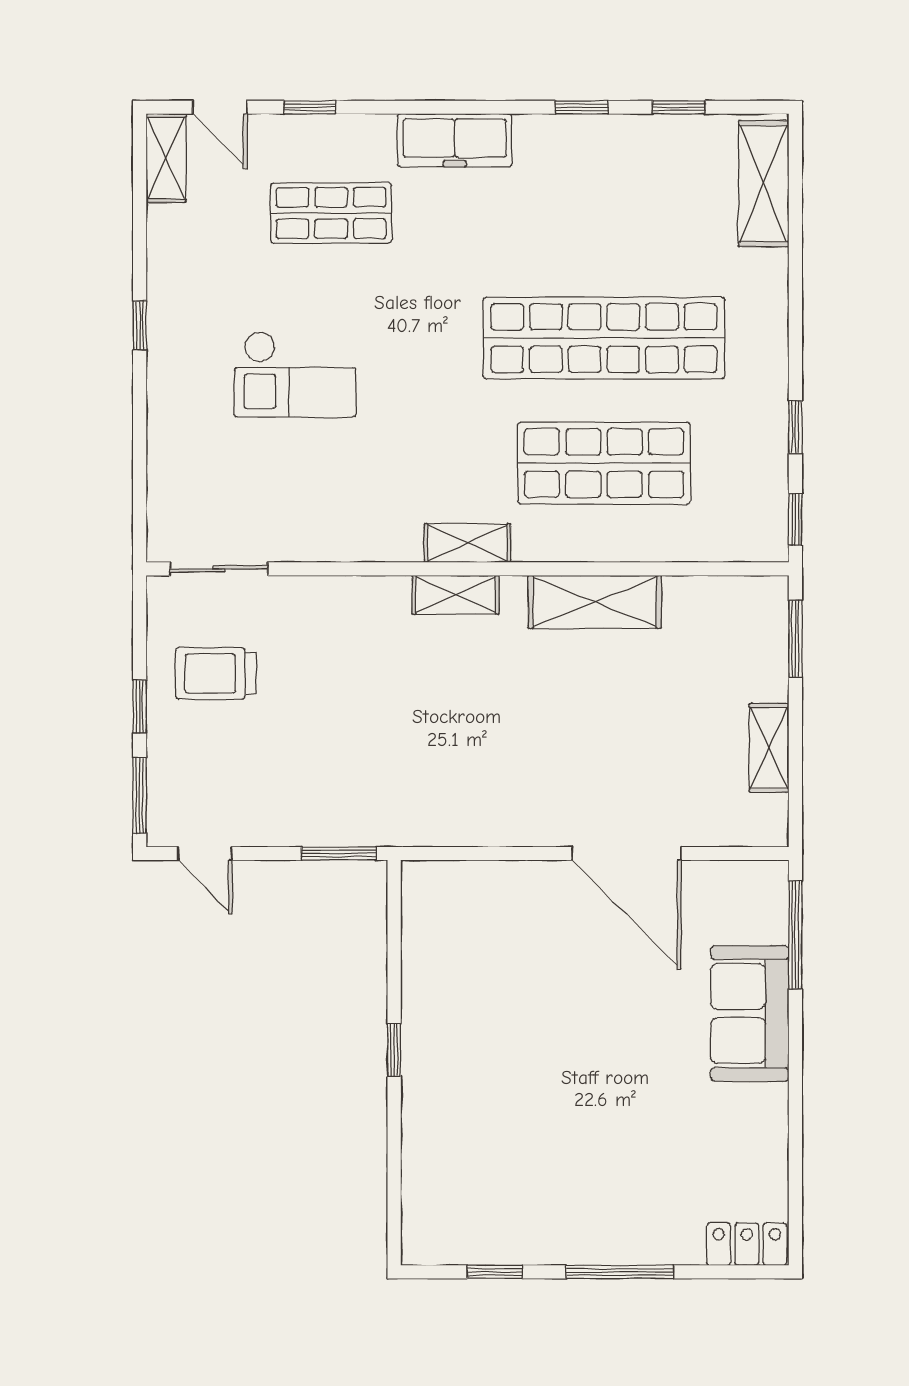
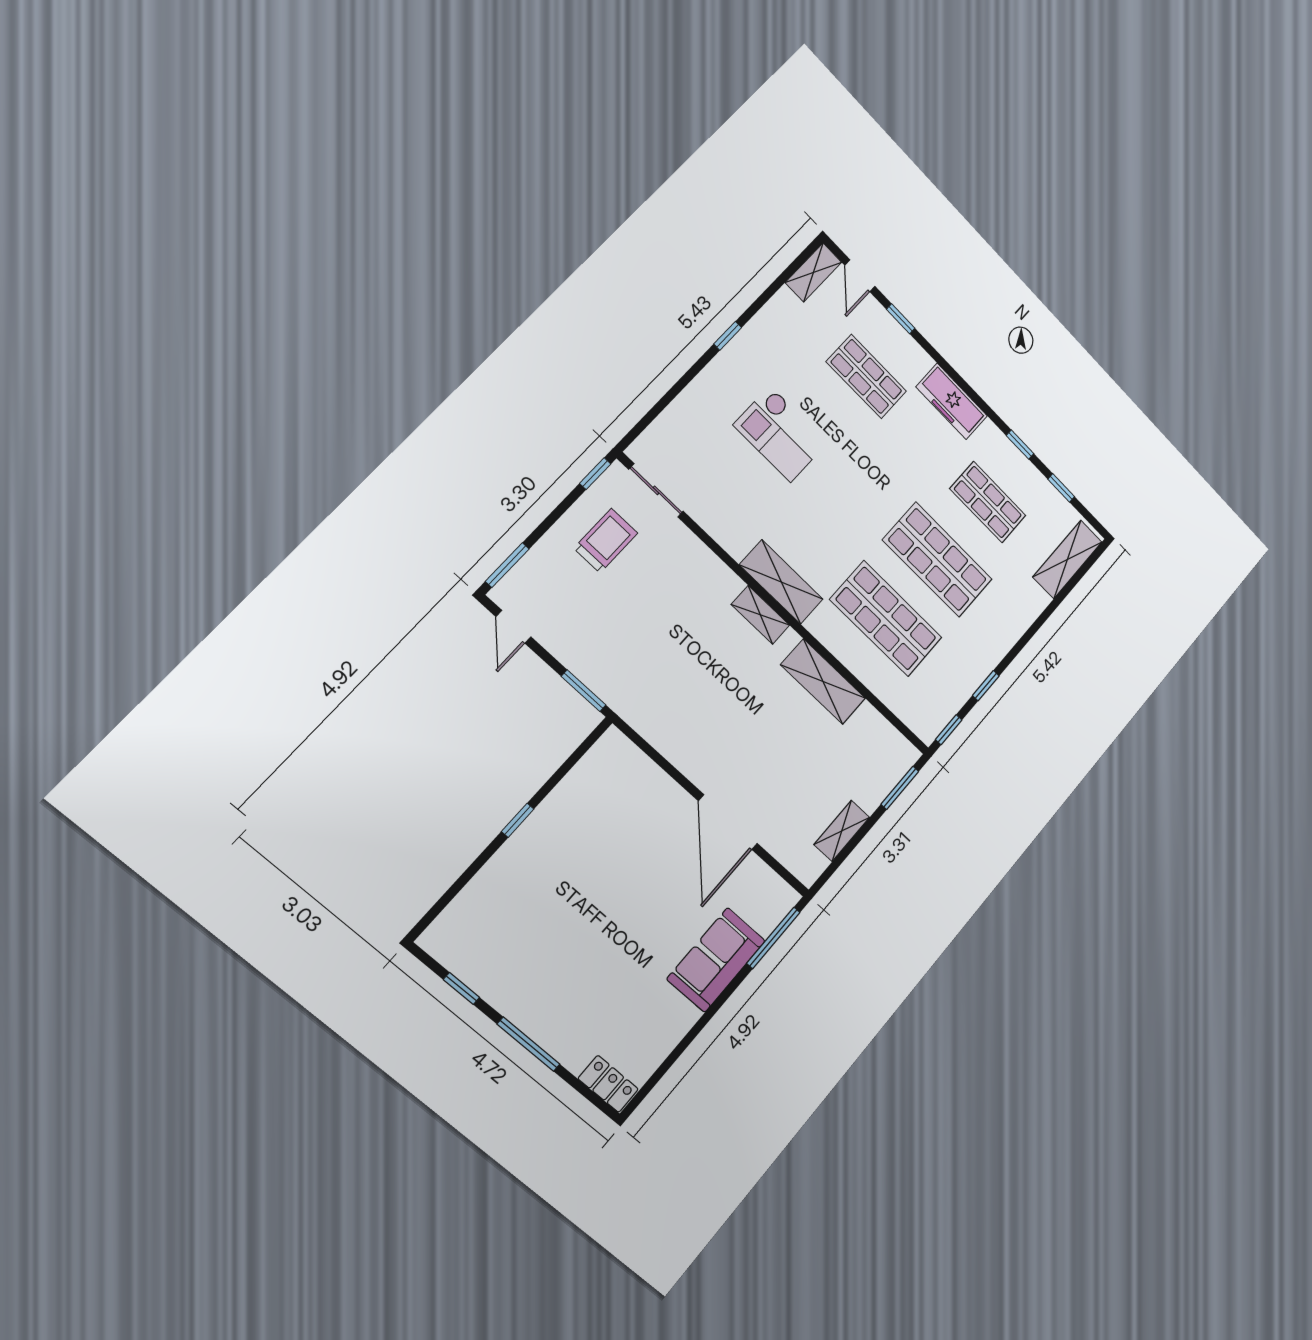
shop shelf: (604, 213) -> (988, 502), added
shop shelf: (604, 338) -> (938, 560), width x0.71
shelving: (467, 543) -> (781, 582), width x1.50, depth x1.33
trolley: (216, 673) -> (606, 541), turned 90
window: (140, 707) -> (595, 474), moved

